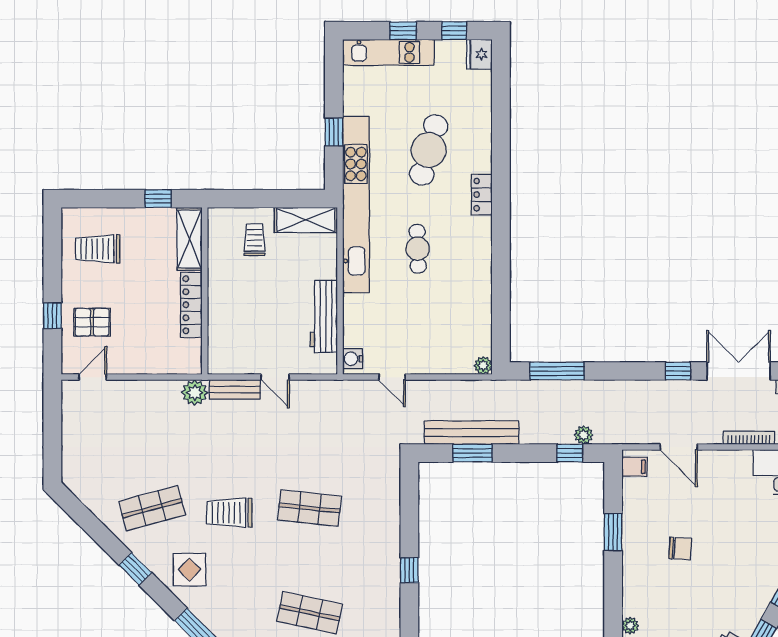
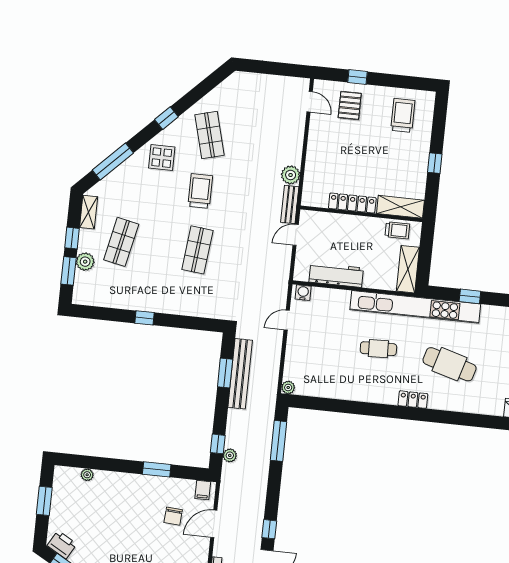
shelving: (189, 239) -> (400, 207), moved
wall: (205, 291) -> (361, 214), moved
locker: (191, 305) -> (352, 203), moved
chair: (680, 549) -> (173, 516), moved

